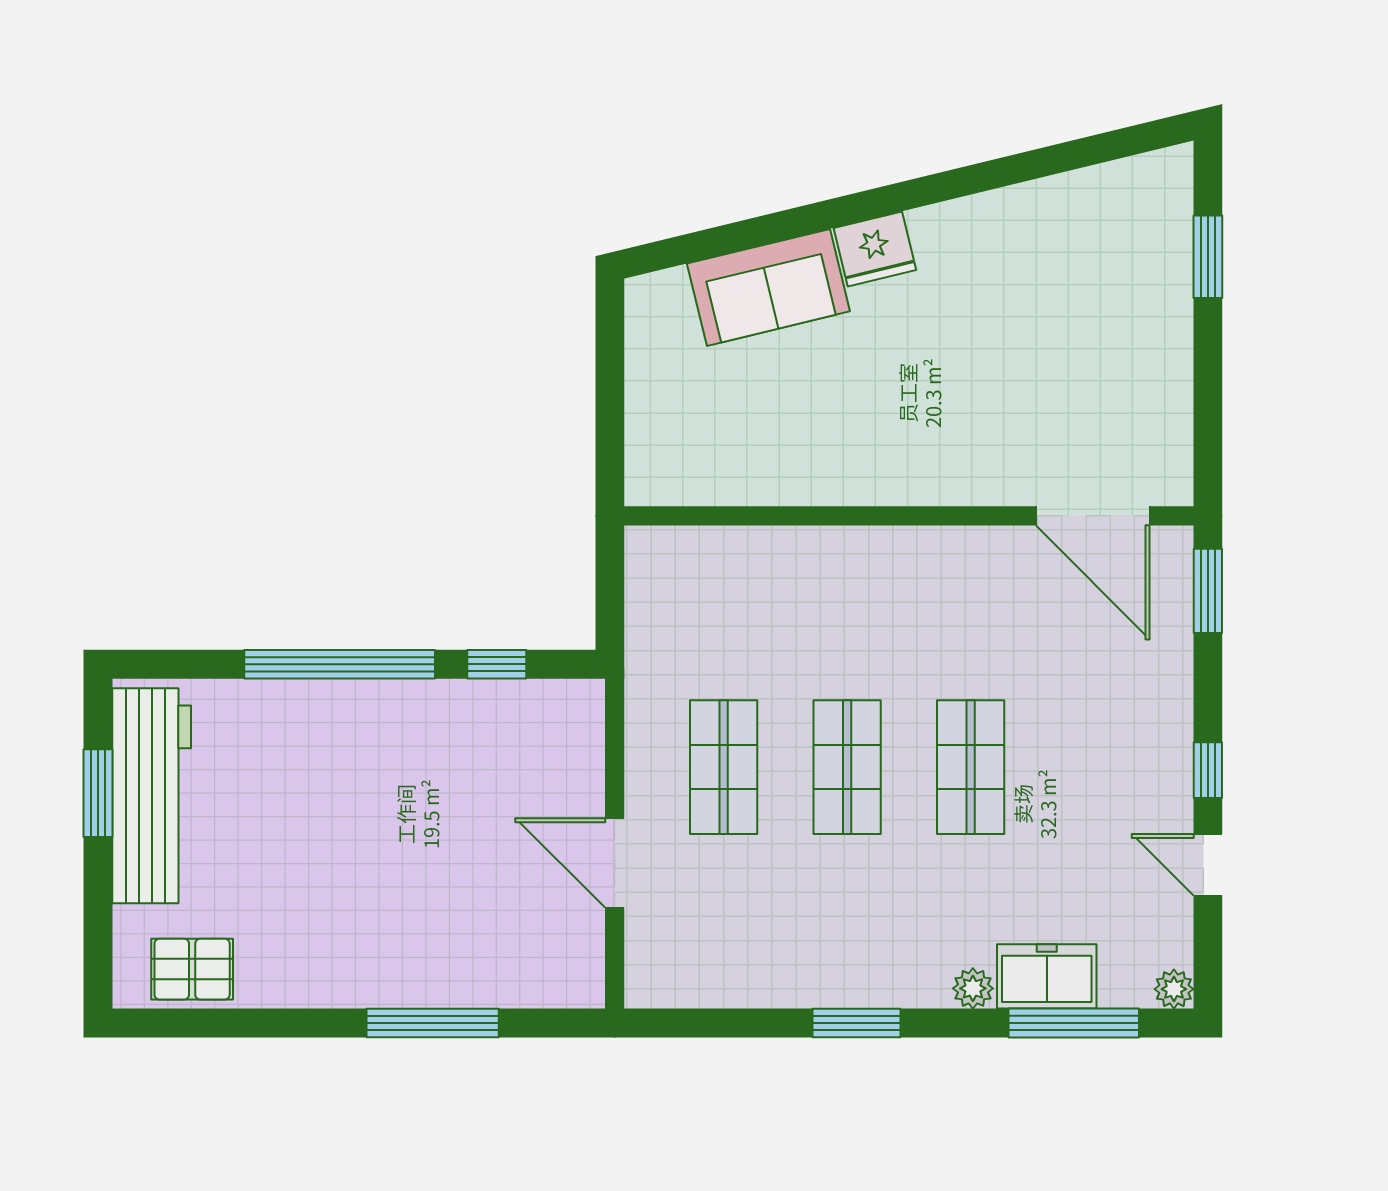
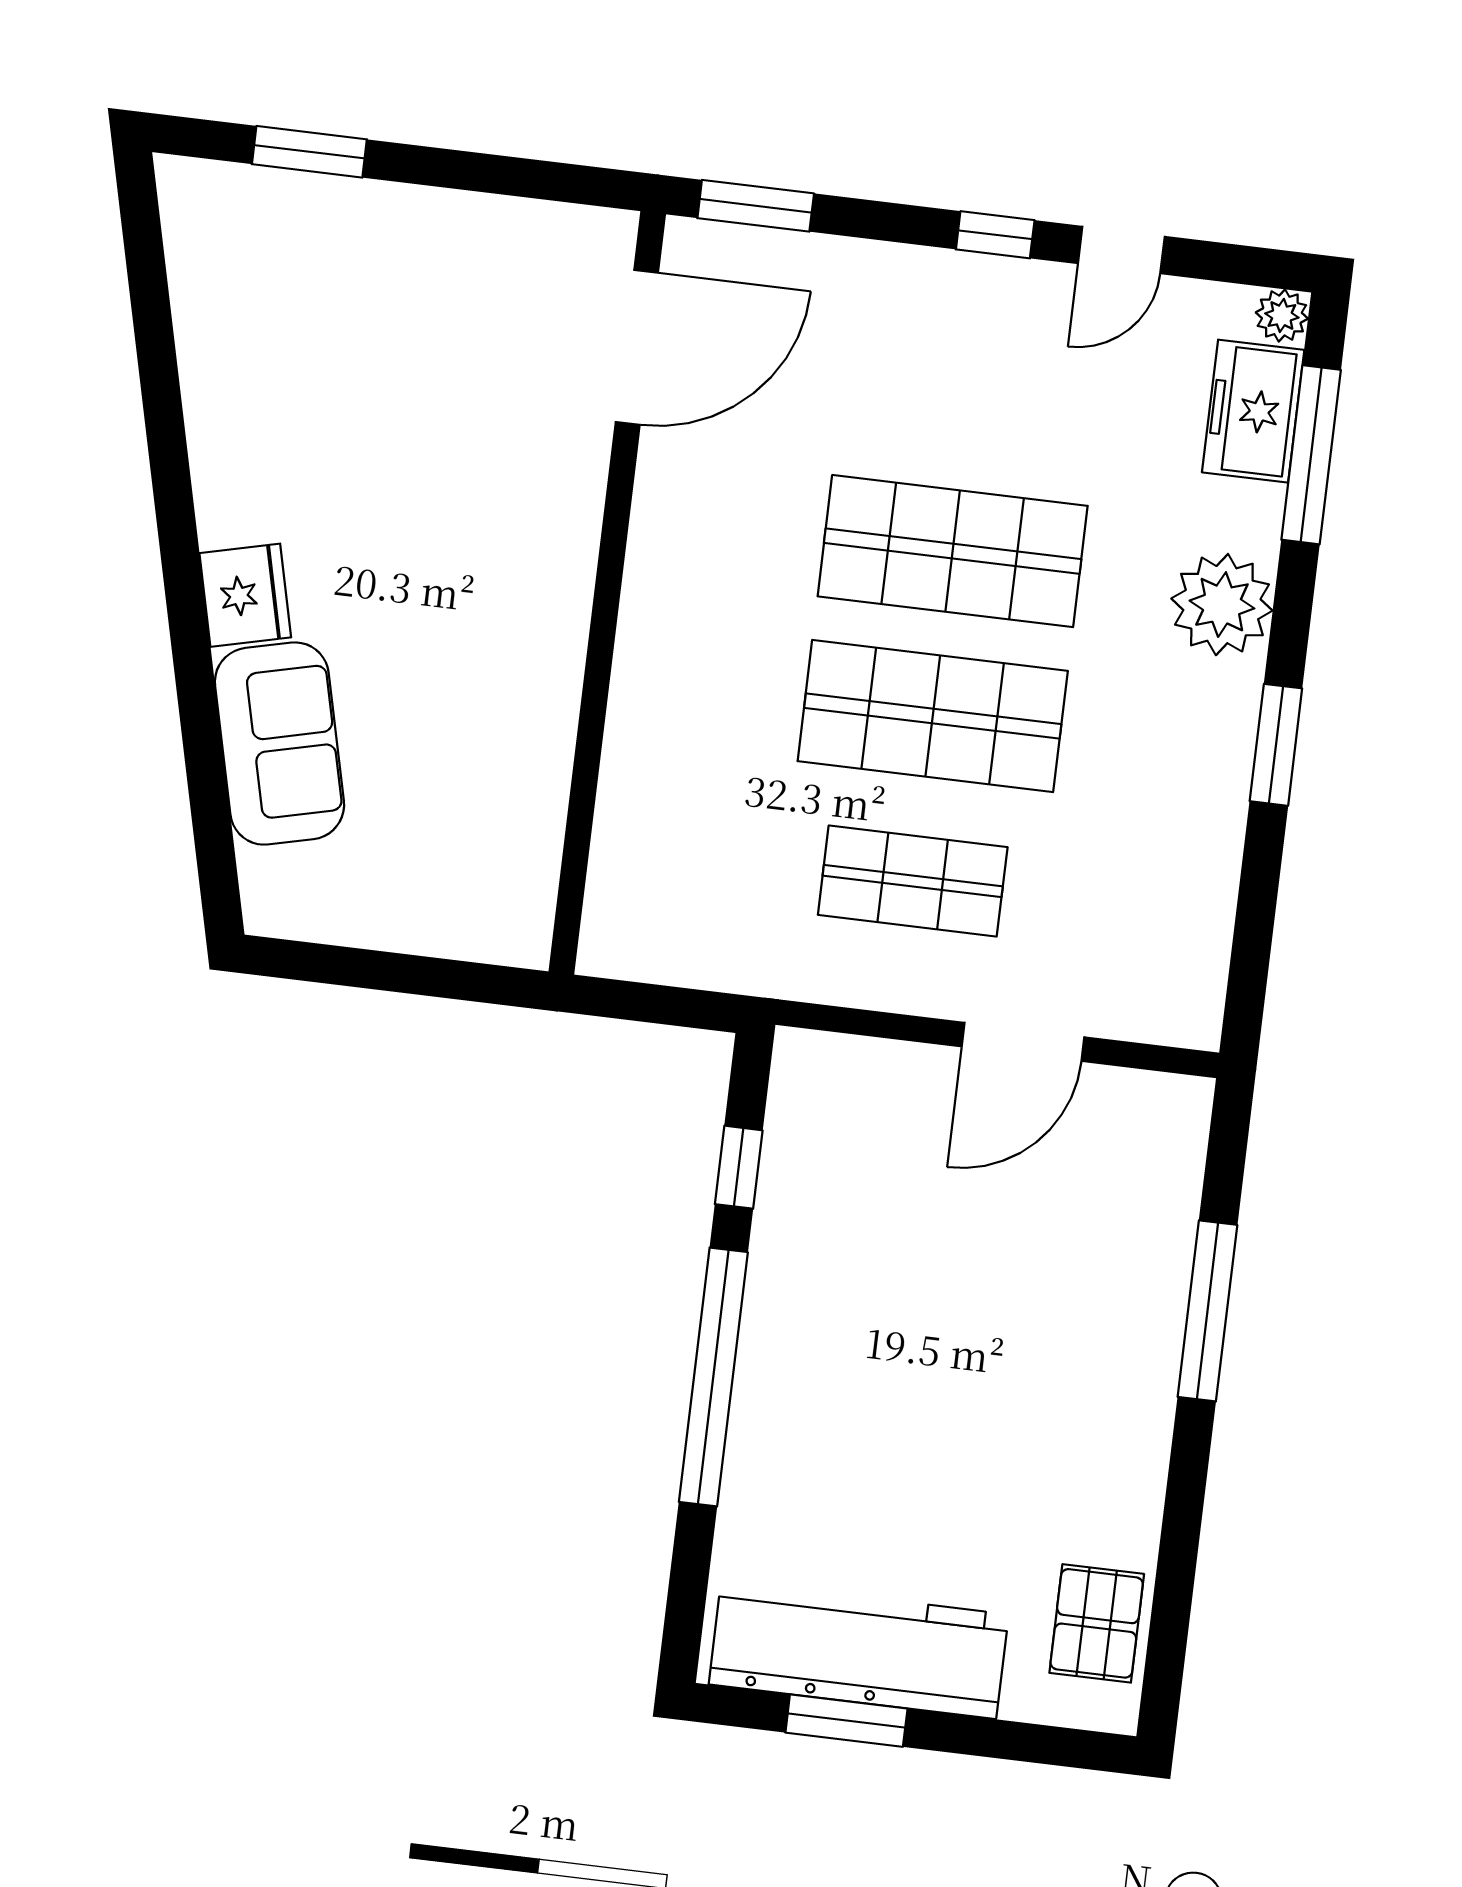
shop shelf: (847, 767) -> (933, 716), width x1.43, depth x1.36
shop shelf: (971, 767) -> (953, 551), width x1.43, depth x1.36
freezer: (1047, 976) -> (1253, 411), moved
plant: (973, 988) -> (1222, 605), width x1.88, depth x1.88

